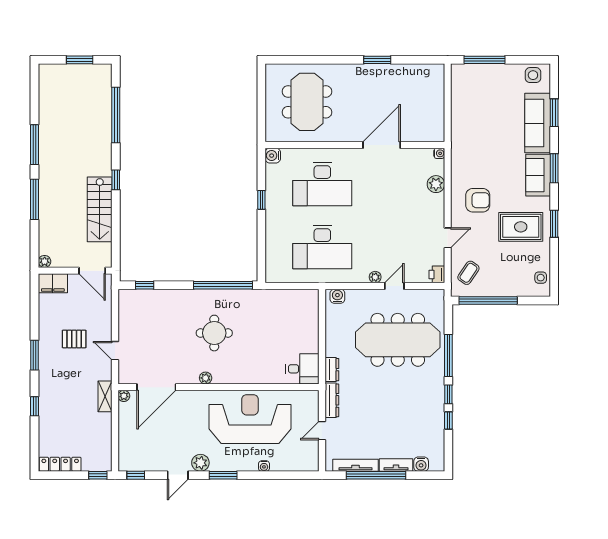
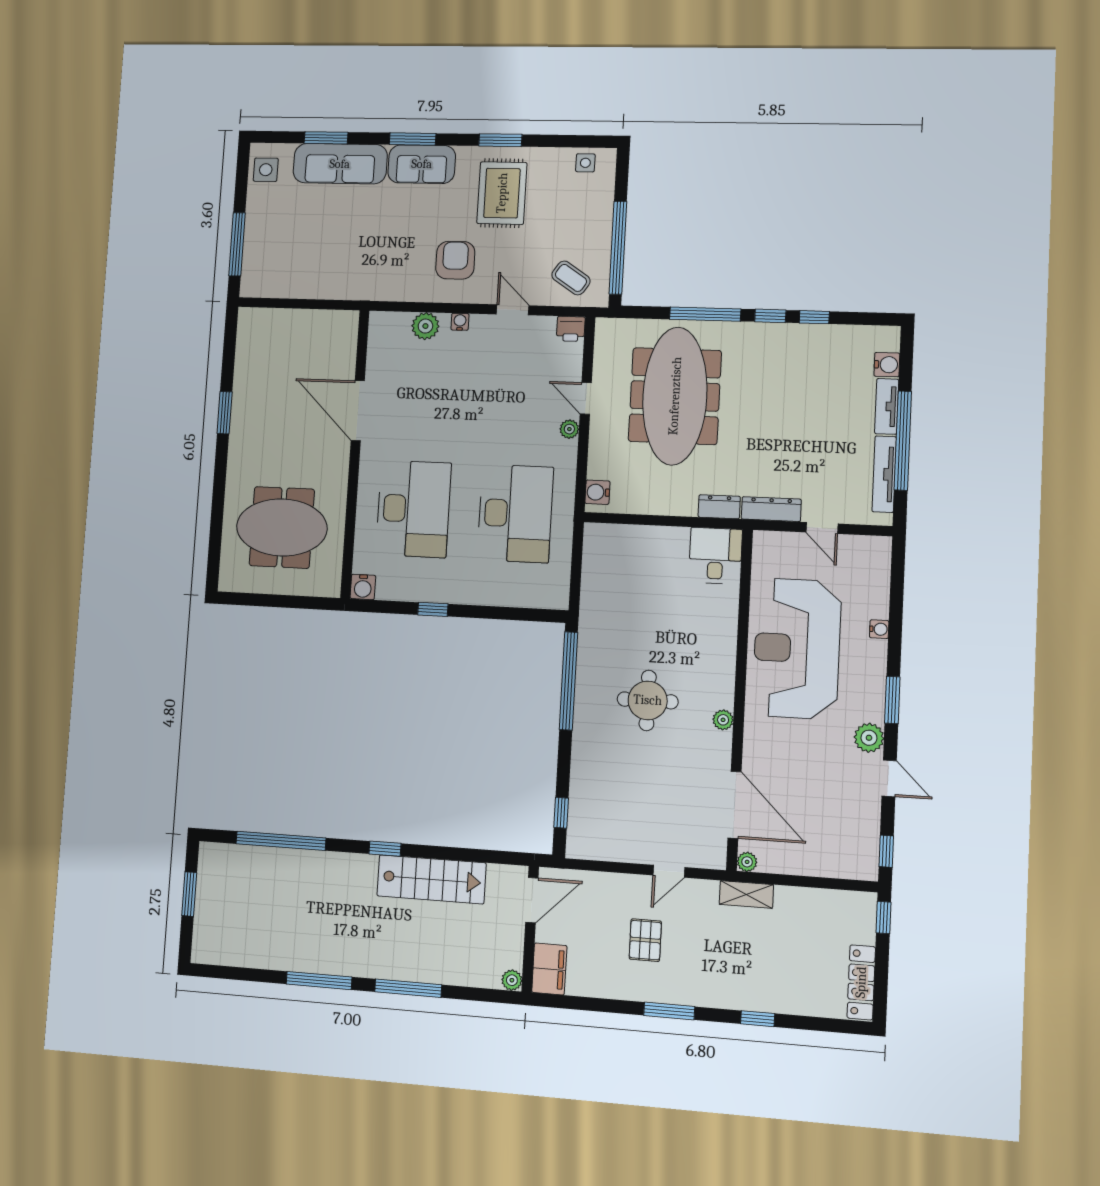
water cooler: (439, 153) -> (460, 322), moved

